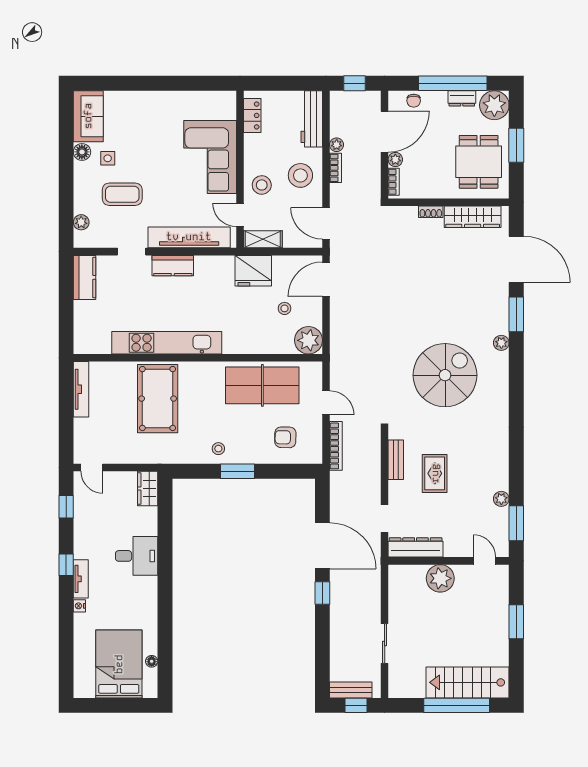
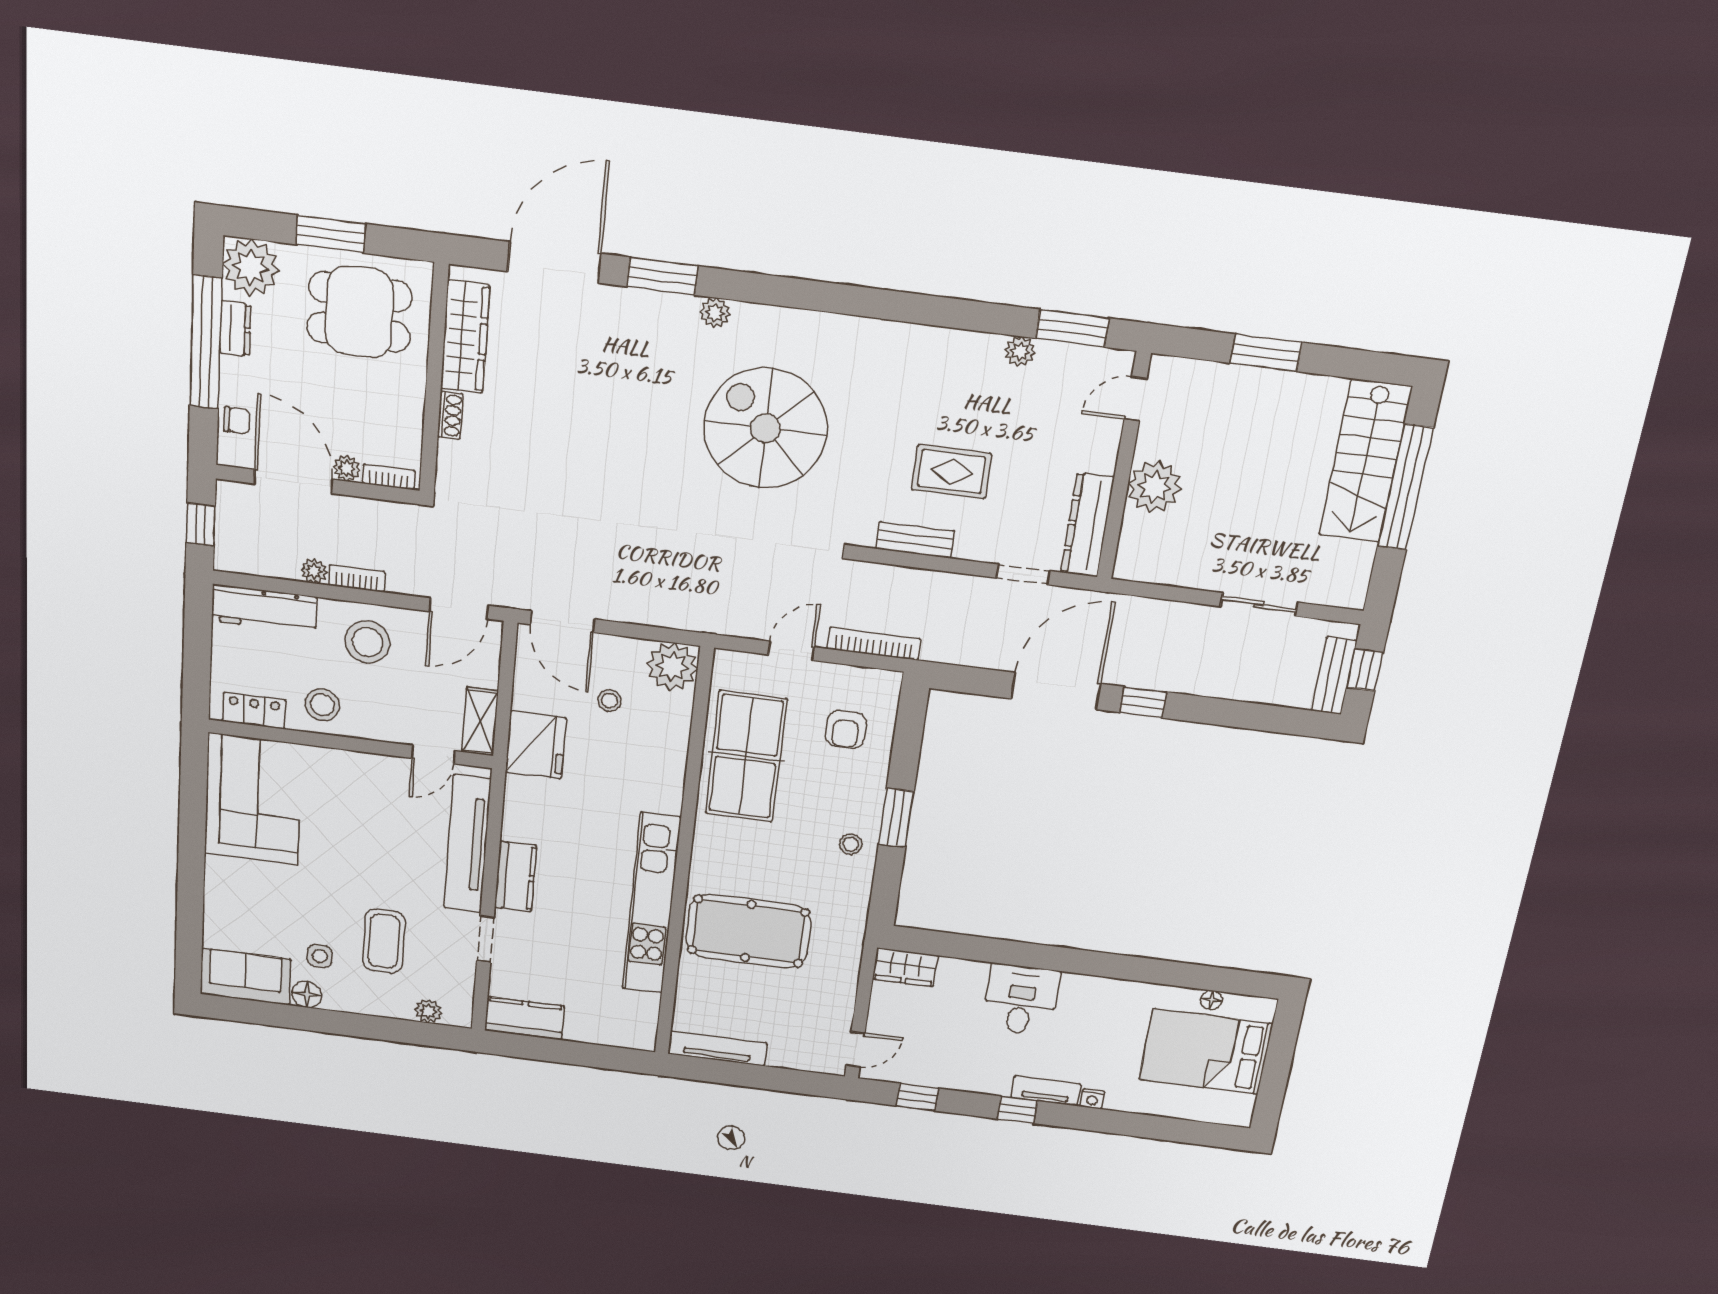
corner sofa: (210, 157) -> (253, 799), moved, turned -90
stool: (262, 185) -> (322, 705), moved

